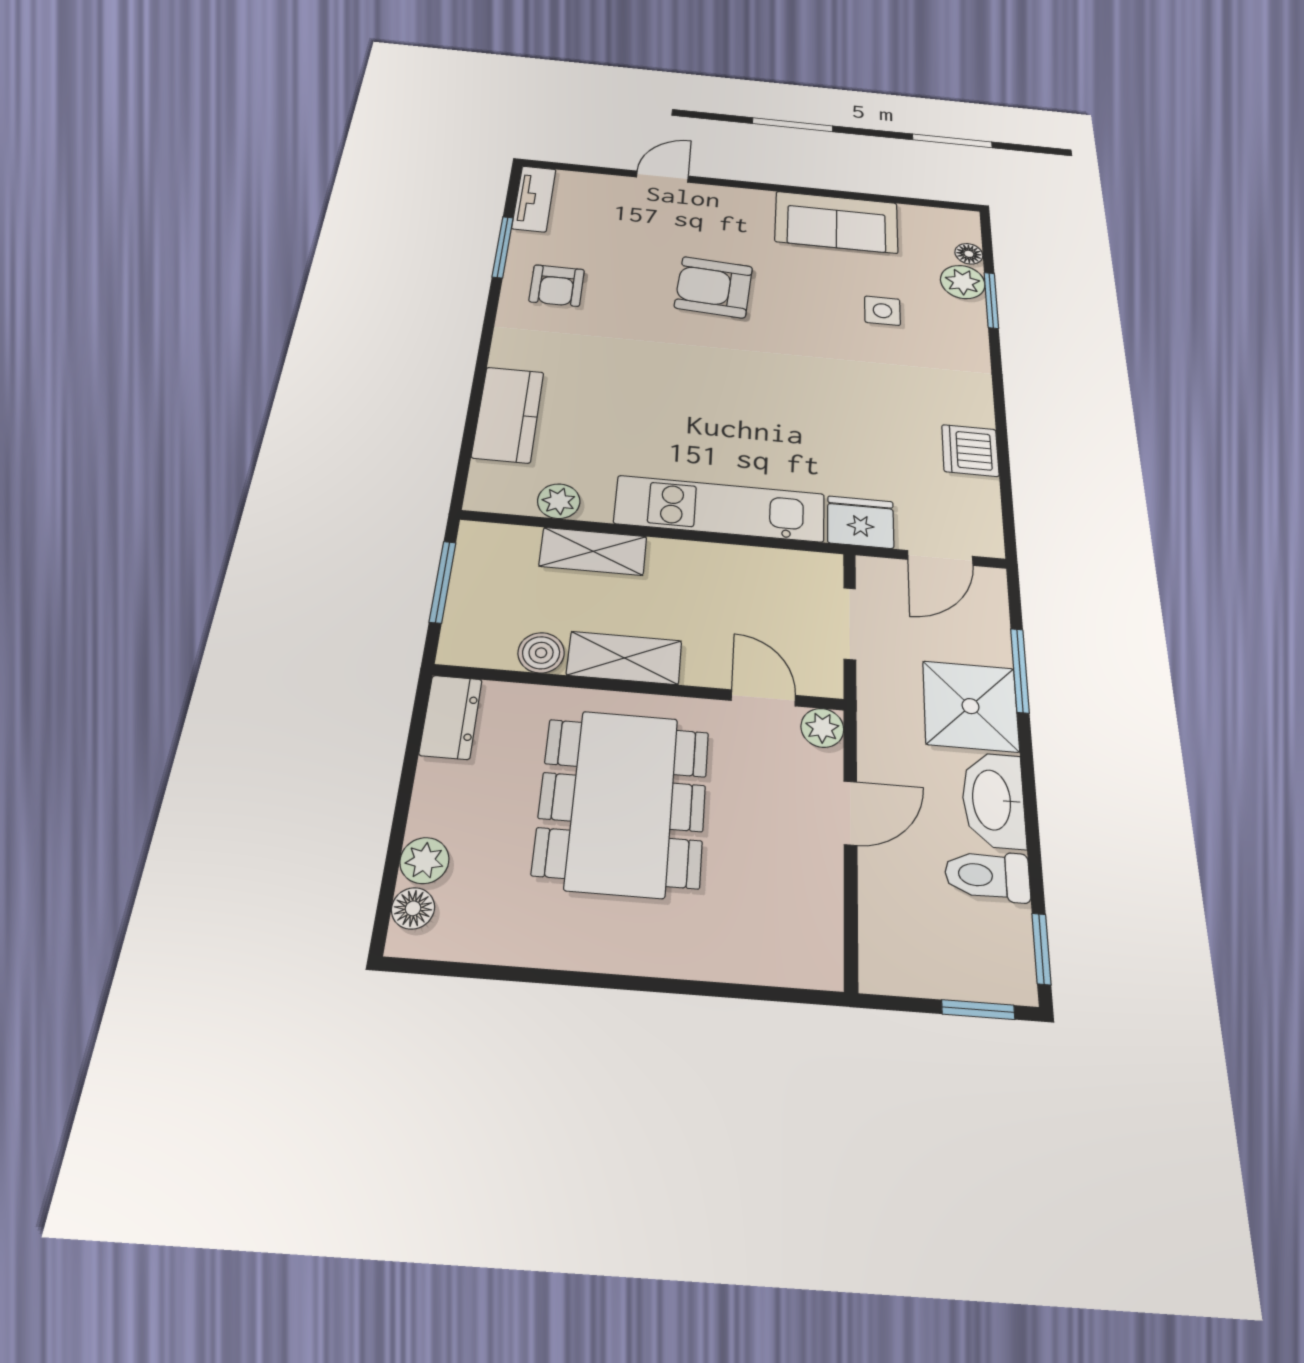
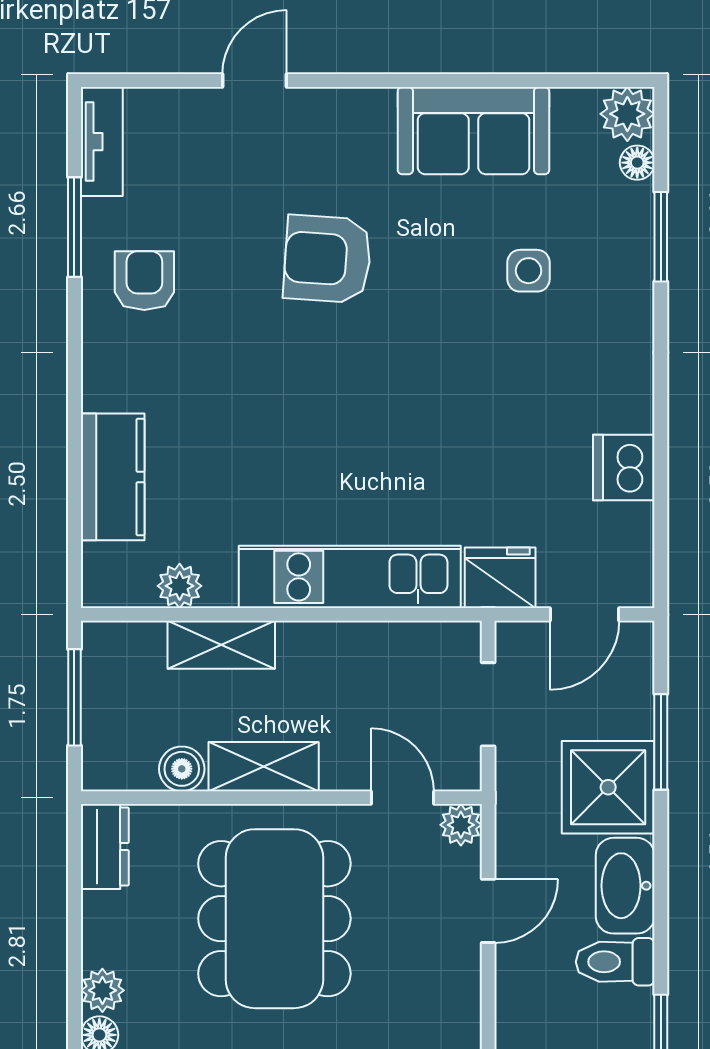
plant: (963, 282) -> (627, 114), moved
armchair: (557, 286) -> (144, 281), turned 180

